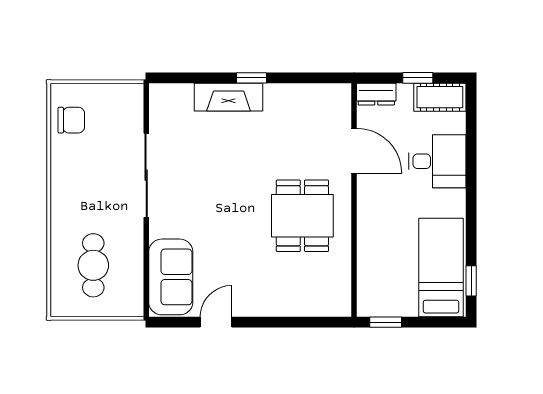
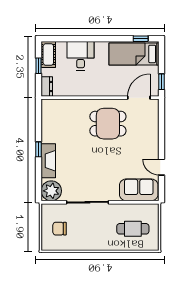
plant: (169, 103) -> (51, 191), added
chair: (71, 120) -> (60, 229), moved, turned -90
door: (354, 151) -> (139, 98), moved

